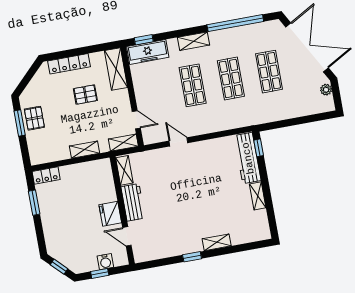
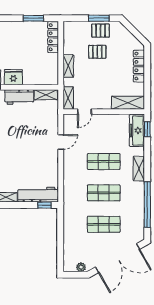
pallet: (85, 95) -> (97, 52), moved, turned 90
locker: (46, 176) -> (53, 37), width x1.53

